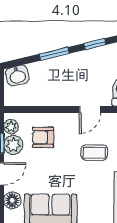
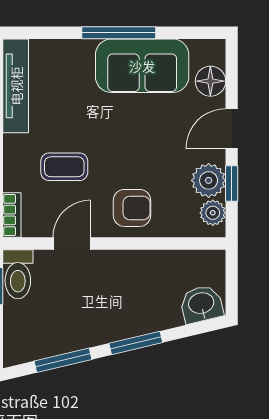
window: (95, 44) -> (63, 360), width x1.50
armchair: (43, 137) -> (132, 208), moved

